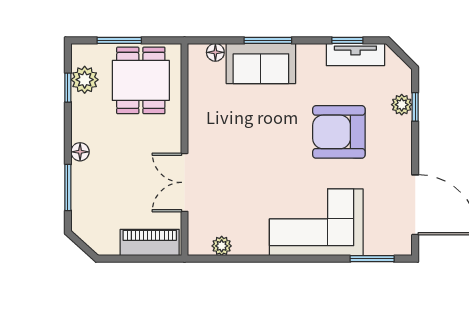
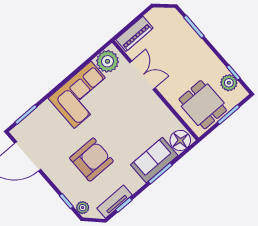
floor lamp: (215, 52) -> (180, 140), width x1.89, depth x1.89
plant: (402, 105) -> (83, 208), moved
floor lamp: (80, 152) -> (202, 48), removed
corner sofa: (316, 222) -> (83, 95), moved
plant: (222, 246) -> (107, 61), width x1.87, depth x1.87

